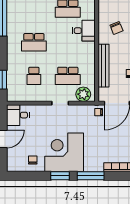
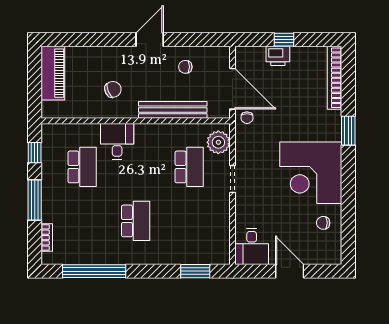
school desk: (34, 76) -> (189, 221), removed
window: (60, 176) -> (348, 179), removed
window: (91, 176) -> (348, 131), width x0.69

